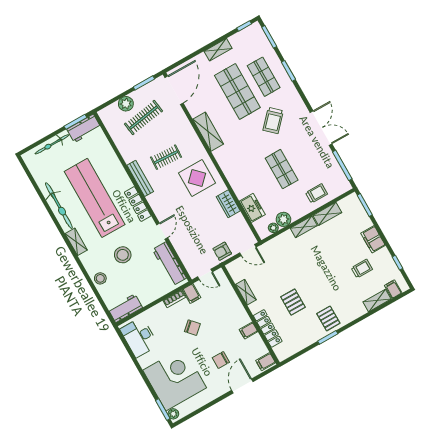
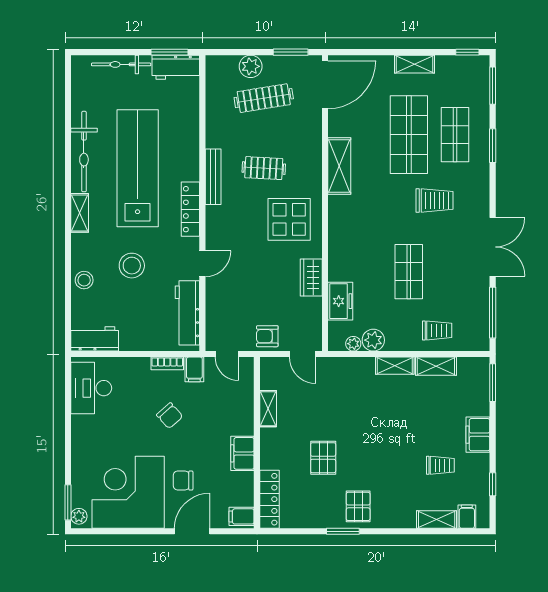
trolley: (273, 121) -> (435, 200), turned -133
locker: (268, 328) -> (269, 499), moved
filing cabinet: (249, 331) -> (242, 453), width x2.00
corner desk: (175, 379) -> (128, 492), moved, turned -90

